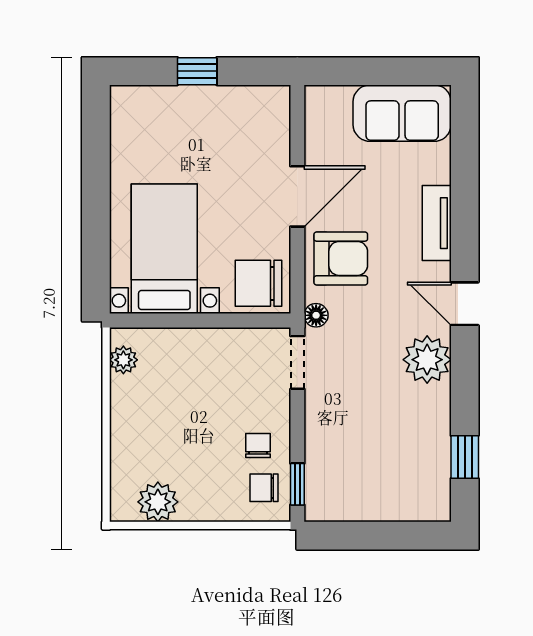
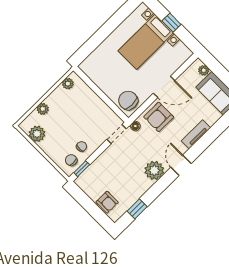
plant: (337, 98) -> (204, 70), added
bed with nightstands: (164, 249) -> (146, 42), moved, turned 180
armchair: (341, 258) -> (159, 117), turned 90
plant: (124, 448) -> (43, 109), added
armchair: (401, 498) -> (107, 202), added

